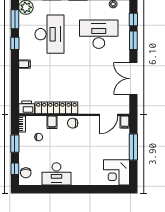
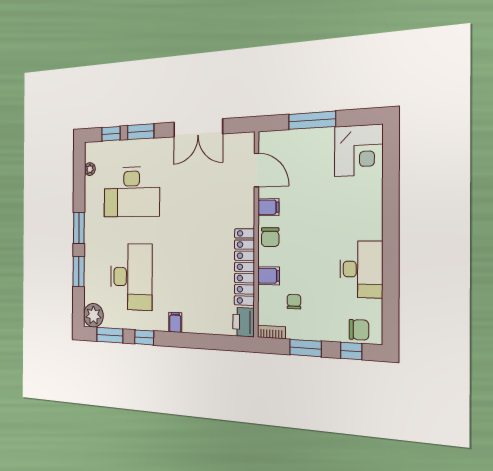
desk: (49, 34) -> (131, 277), turned 90
desk: (99, 34) -> (132, 192), turned -90
filing cabinet: (125, 122) -> (268, 207), moved

